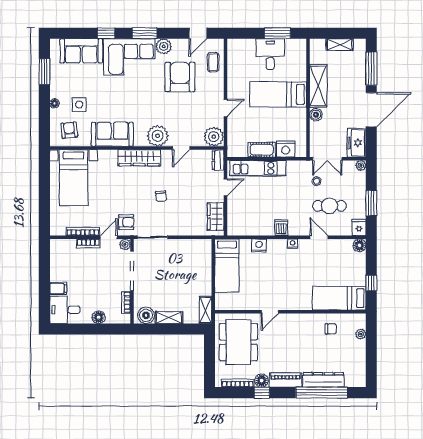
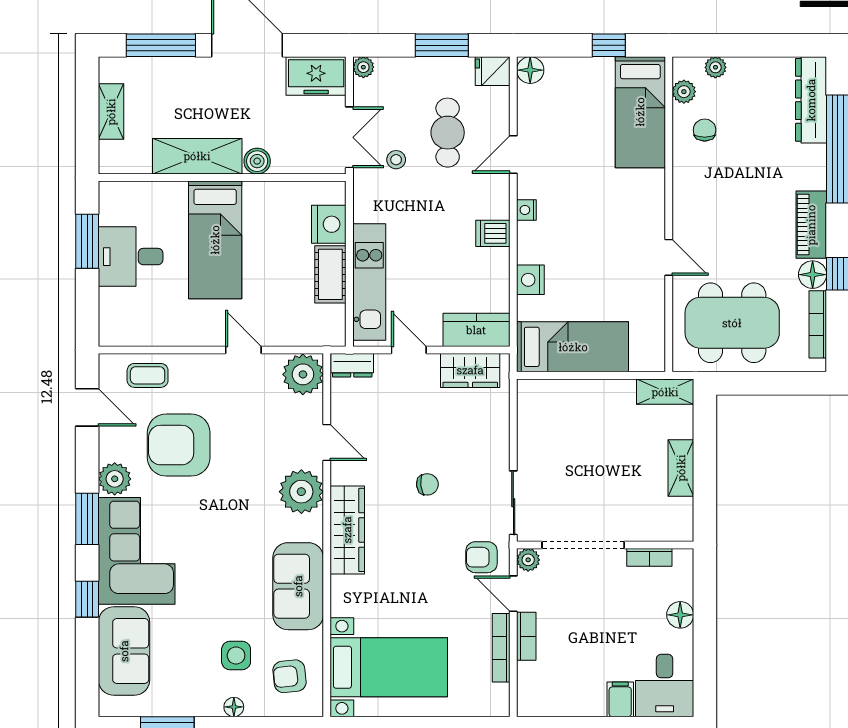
kitchen counter: (235, 220) -> (476, 330), added
armchair: (126, 222) -> (481, 557), turned -90
boiler: (146, 315) -> (676, 516), removed
plant: (349, 319) -> (684, 92), added
dresser: (323, 380) -> (811, 100), moved

